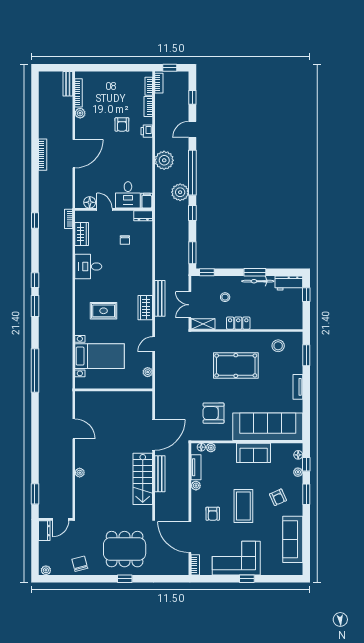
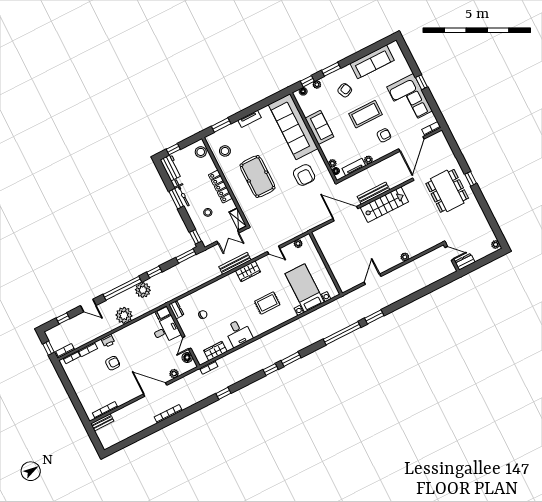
plant: (80, 113) -> (174, 374), moved
rug: (104, 311) -> (267, 303), turned 90
stool: (289, 321) -> (201, 152), added
locker: (238, 323) -> (220, 186), width x1.53
window: (35, 494) -> (374, 317), moved
chair: (80, 564) -> (477, 220), removed

